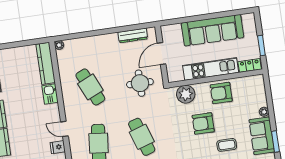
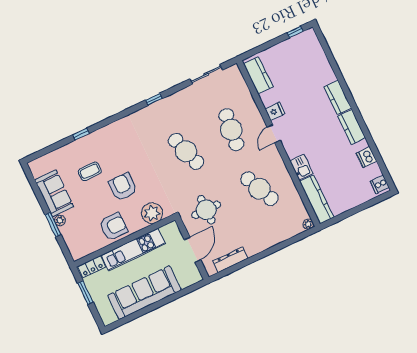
armchair: (203, 123) -> (123, 187), turned -90
door: (64, 129) -> (274, 134), swing flipped
window: (275, 142) -> (53, 225), moved

